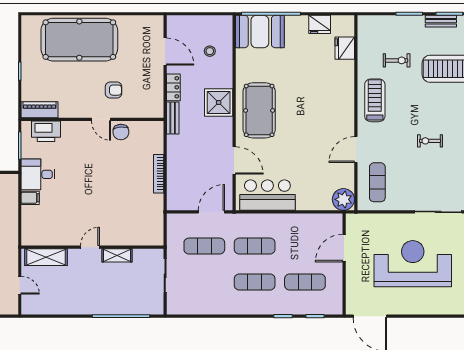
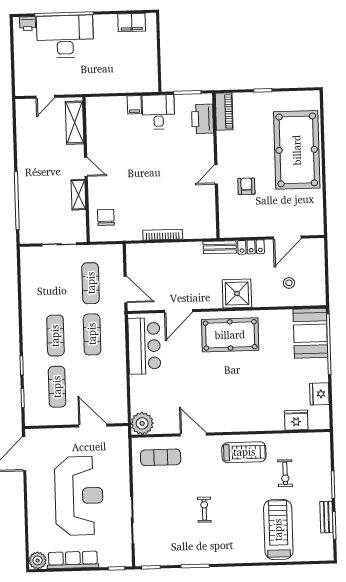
armchair: (114, 90) -> (246, 186), turned 180
chair: (121, 132) -> (106, 217), moved, turned 95

